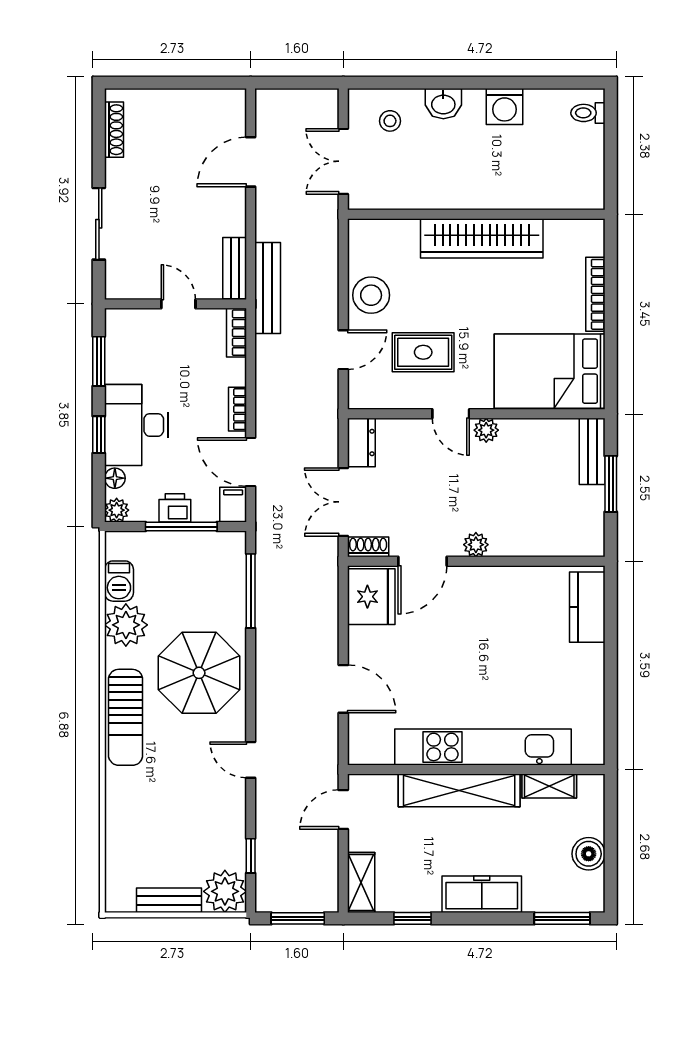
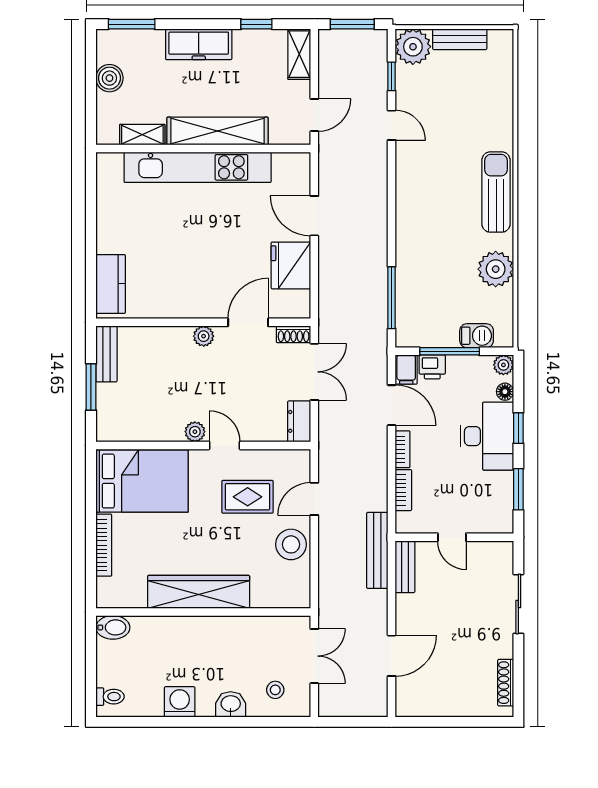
bidet: (585, 196) -> (113, 627), added
bookcase: (236, 333) -> (403, 490), moved
bench: (592, 451) -> (106, 354), moved
printer: (175, 508) -> (432, 367), moved
barbecue: (119, 581) -> (477, 336), moved, turned 90
fridge: (371, 597) -> (291, 265), moved
parasol: (199, 673) -> (435, 229), removed
door: (251, 760) -> (392, 125), moved

